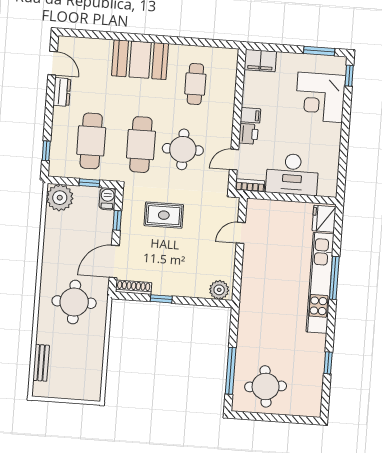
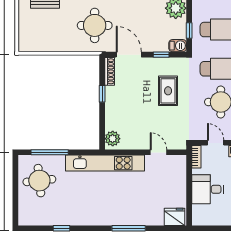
desk: (292, 174) -> (208, 189), width x0.73
kitchen unit: (320, 283) -> (105, 163), moved, turned 180

